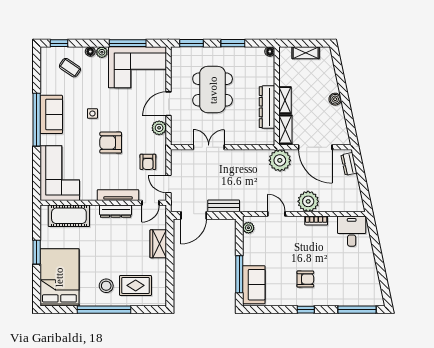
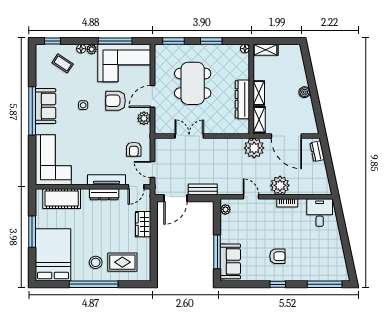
shelving: (306, 53) -> (265, 50), moved
armchair: (111, 143) -> (115, 101), moved
window: (37, 252) -> (32, 232), width x1.44

